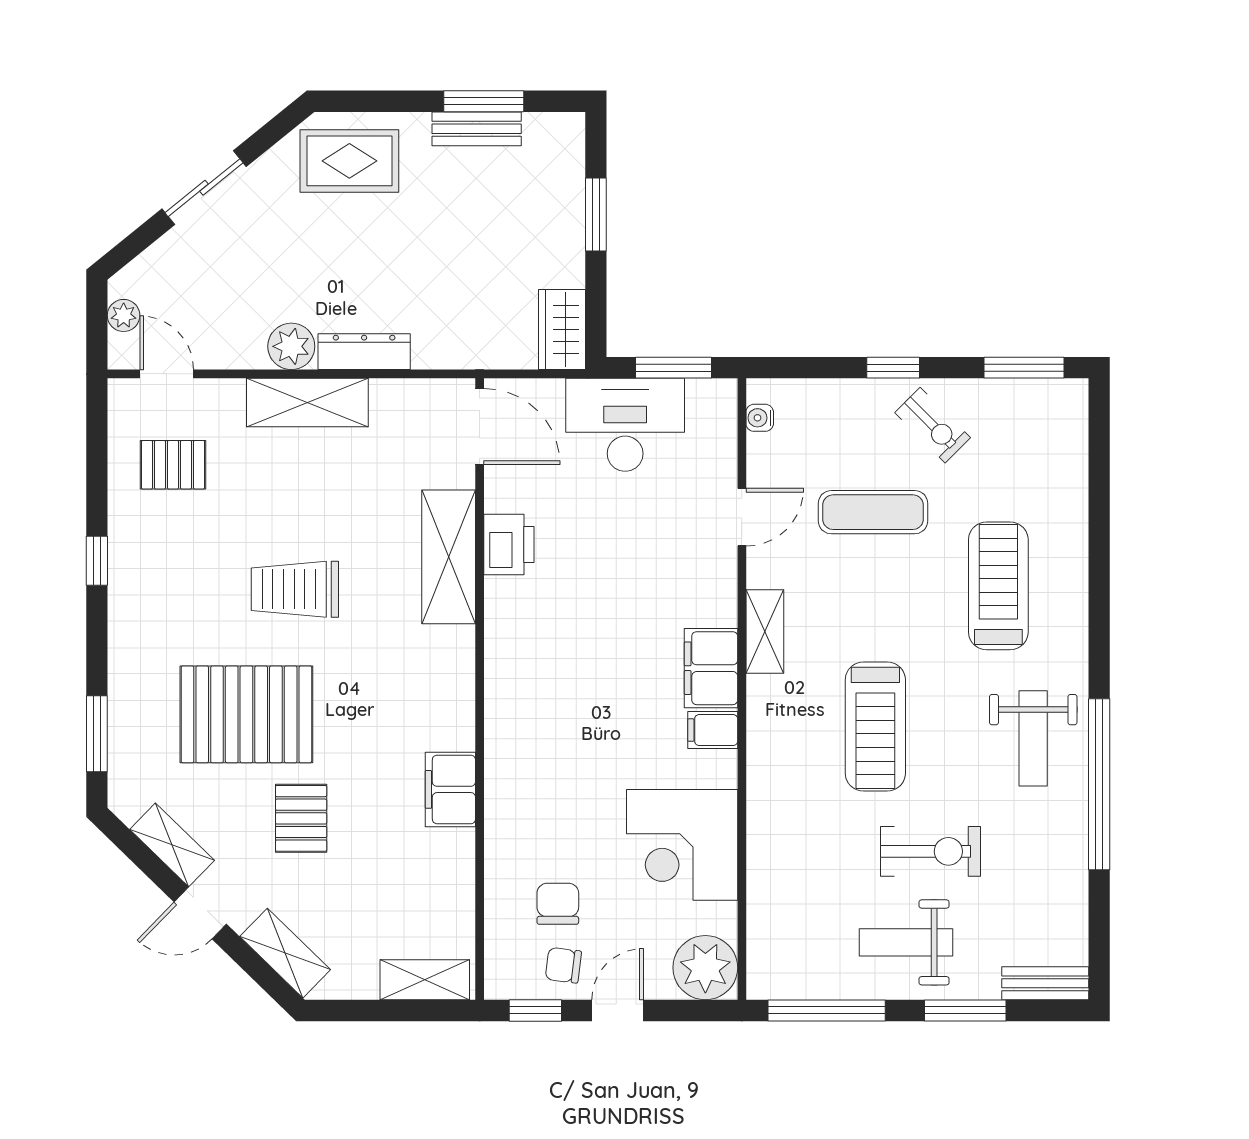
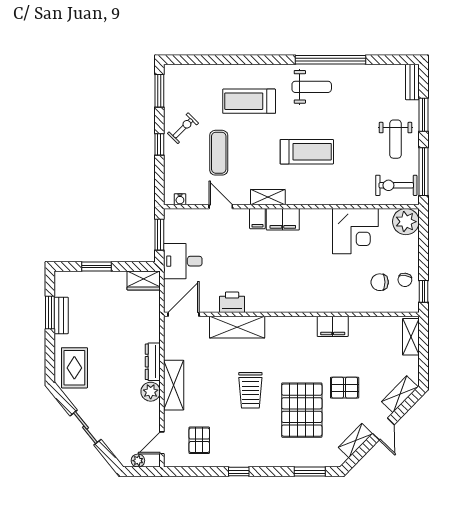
desk: (625, 425) -> (183, 261), width x0.73
filing cabinet: (713, 730) -> (257, 219), moved
exercise bike: (930, 851) -> (396, 185), moved, turned -90
door: (618, 1010) -> (423, 258), removed

